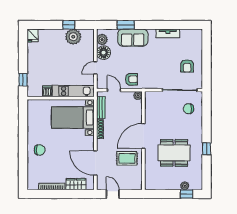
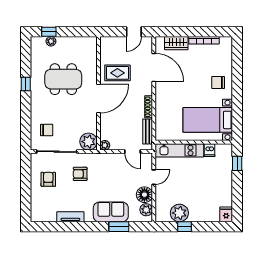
armchair: (131, 79) -> (80, 174), moved
plant: (152, 99) -> (89, 142), added
bed with nightstands: (73, 117) -> (208, 120), moved, turned 180
door: (113, 194) -> (134, 32), hinge flipped

